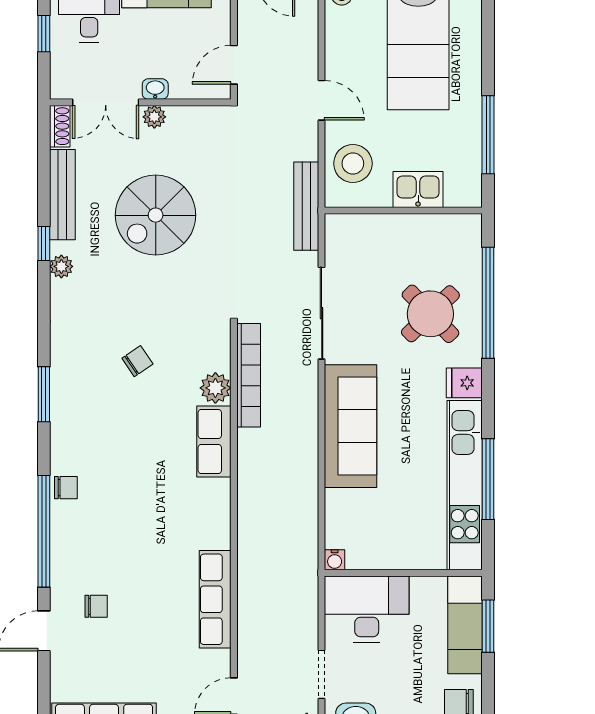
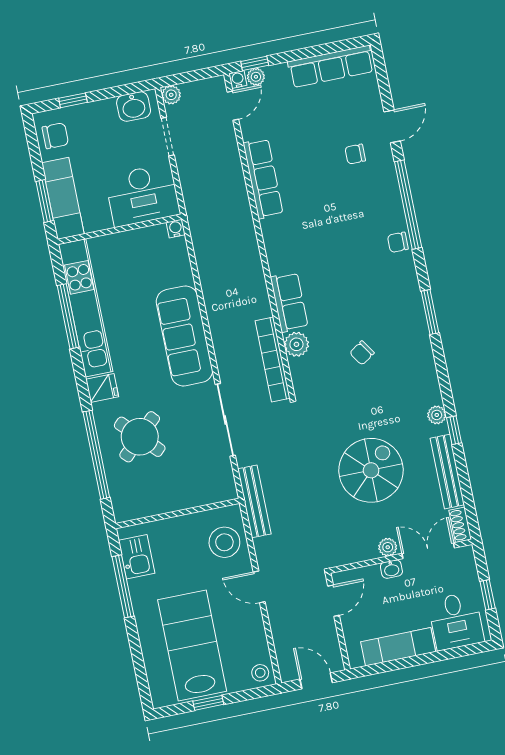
kitchen sink: (418, 190) -> (137, 557), moved, turned -90

